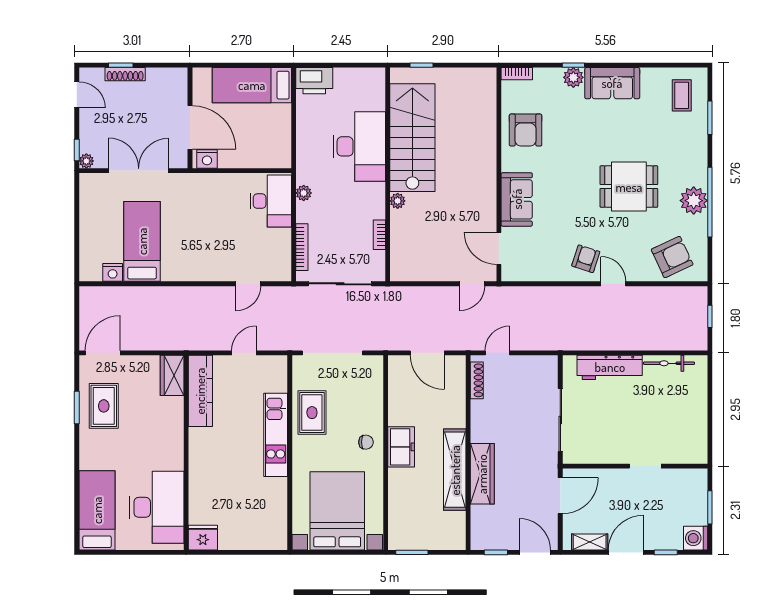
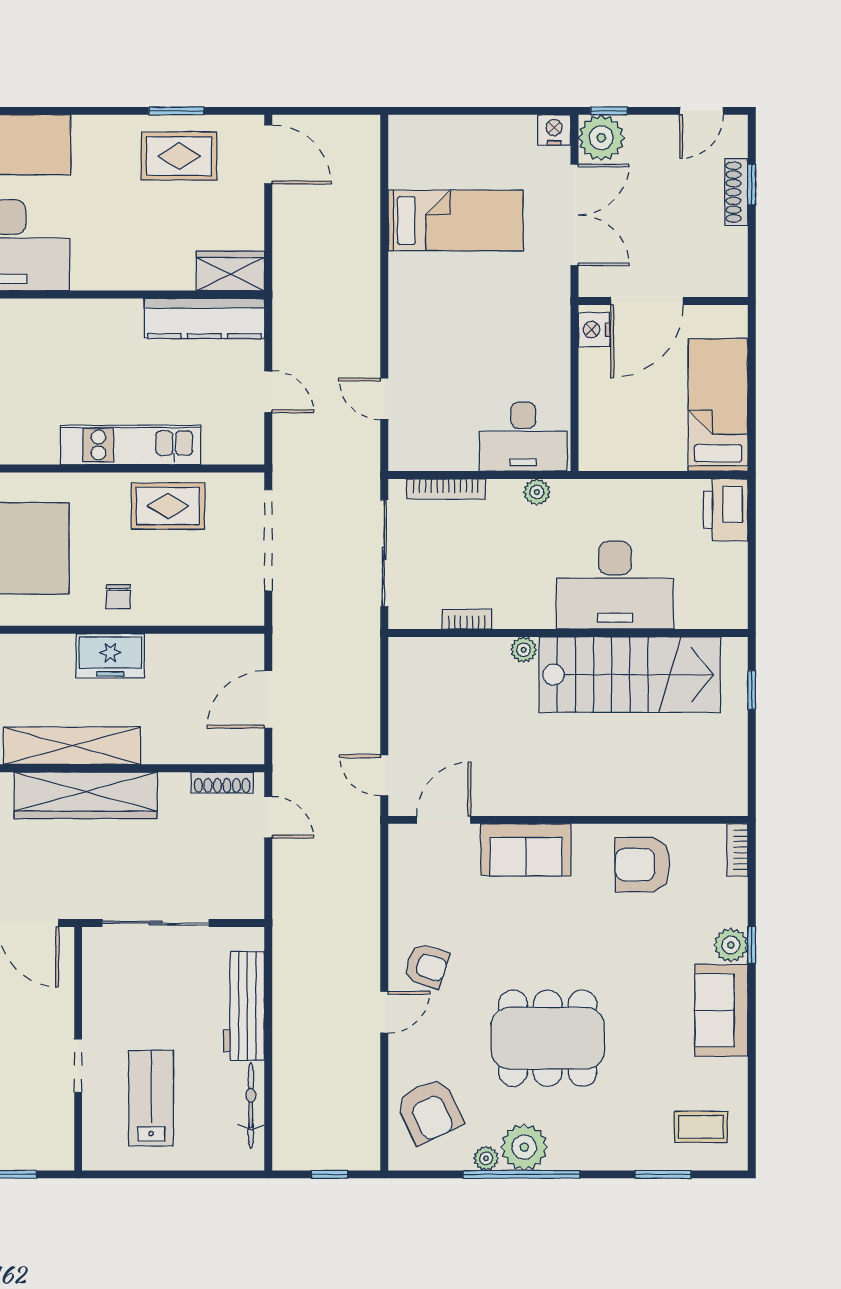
plant: (86, 161) -> (601, 138), width x1.87, depth x1.87
dining table: (629, 187) -> (548, 1038), width x1.38
plant: (700, 223) -> (486, 1158), added
nightstand: (113, 272) -> (554, 130), moved, turned 90
lab bench: (665, 423) -> (151, 1098), added
wardrobe: (482, 474) -> (86, 795), width x1.40, depth x1.17

